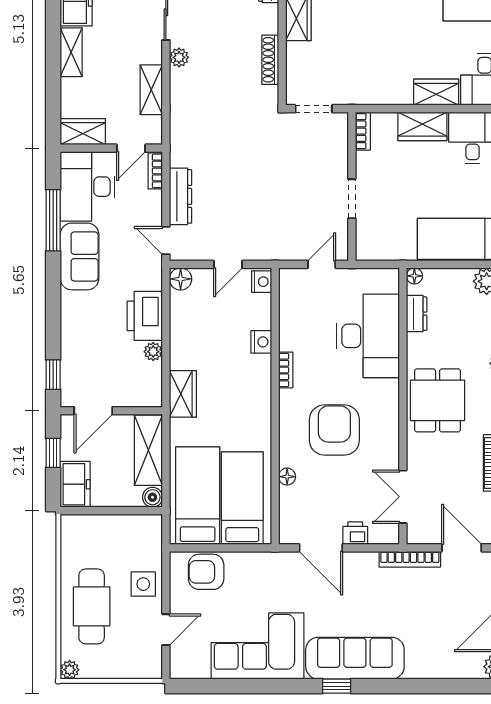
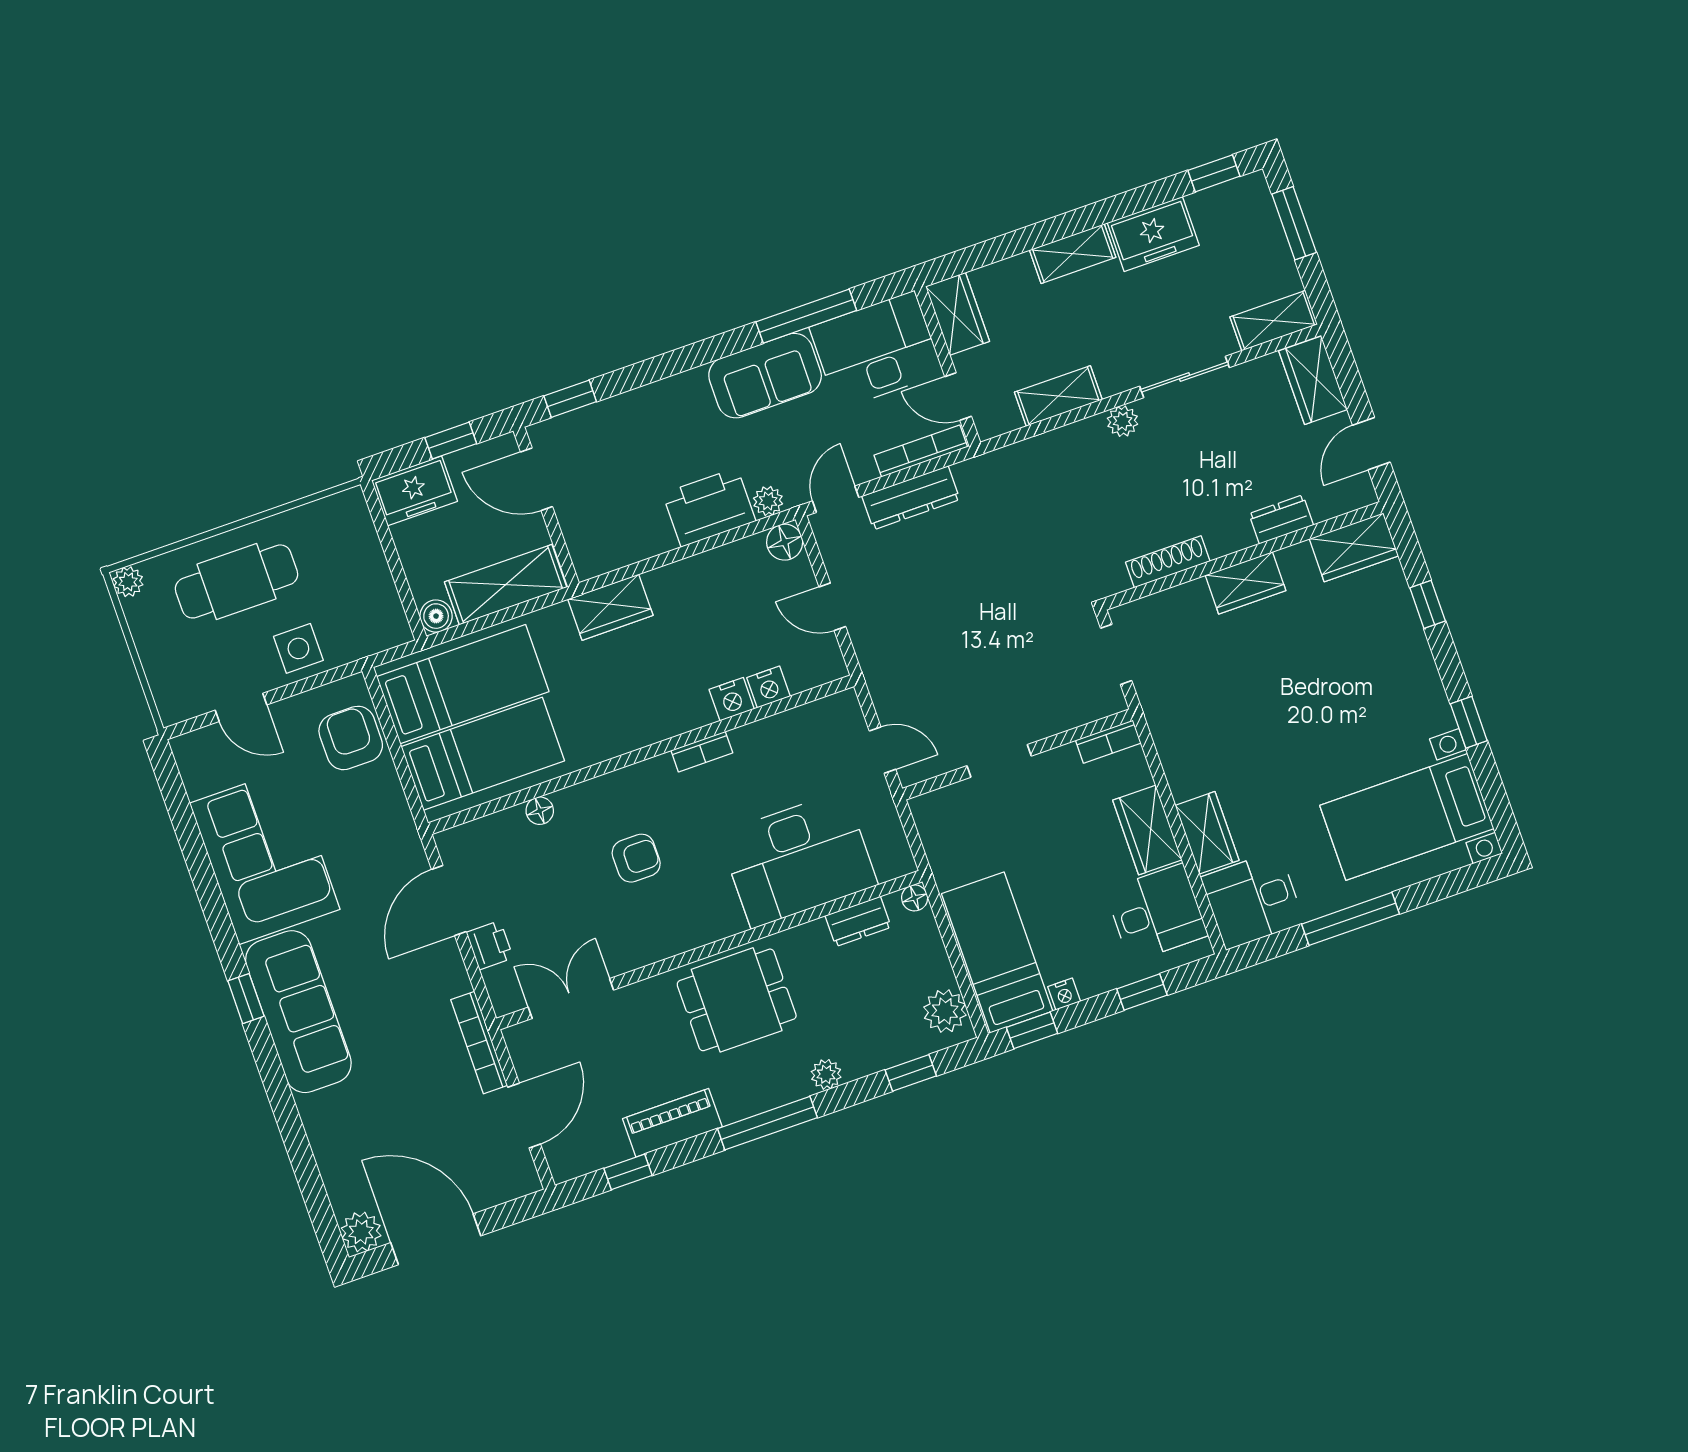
bookcase: (155, 171) -> (921, 451), width x1.56
nightstand: (262, 282) -> (769, 687), moved
plant: (153, 352) -> (768, 501), moved
armchair: (334, 430) -> (636, 858), width x0.53, depth x0.53

